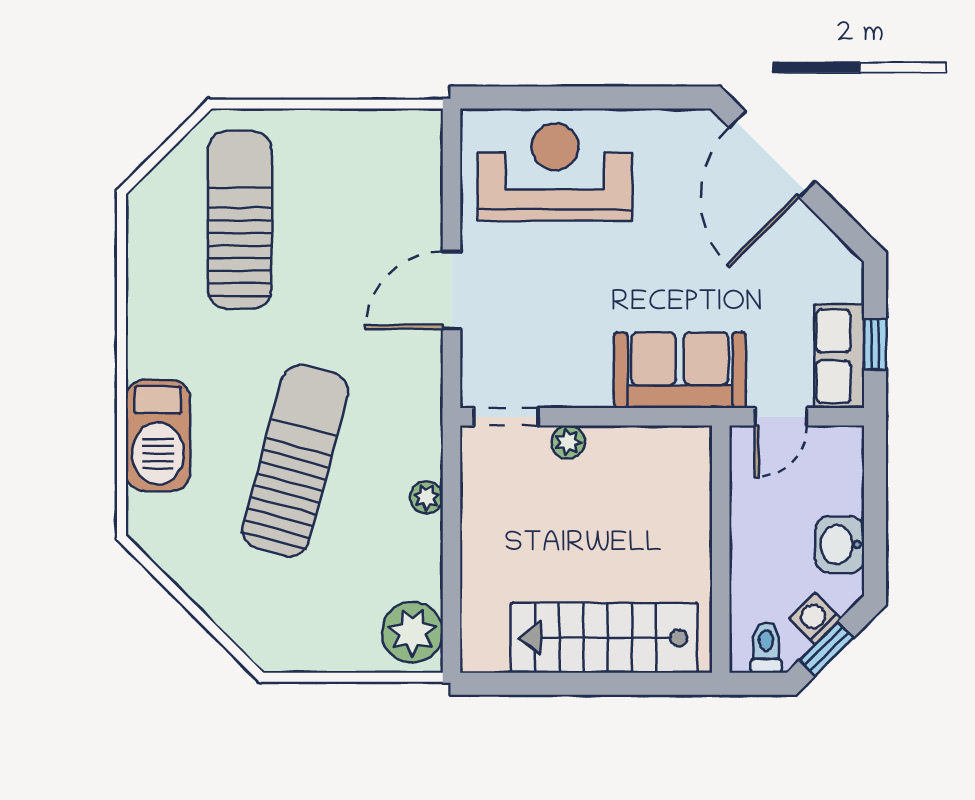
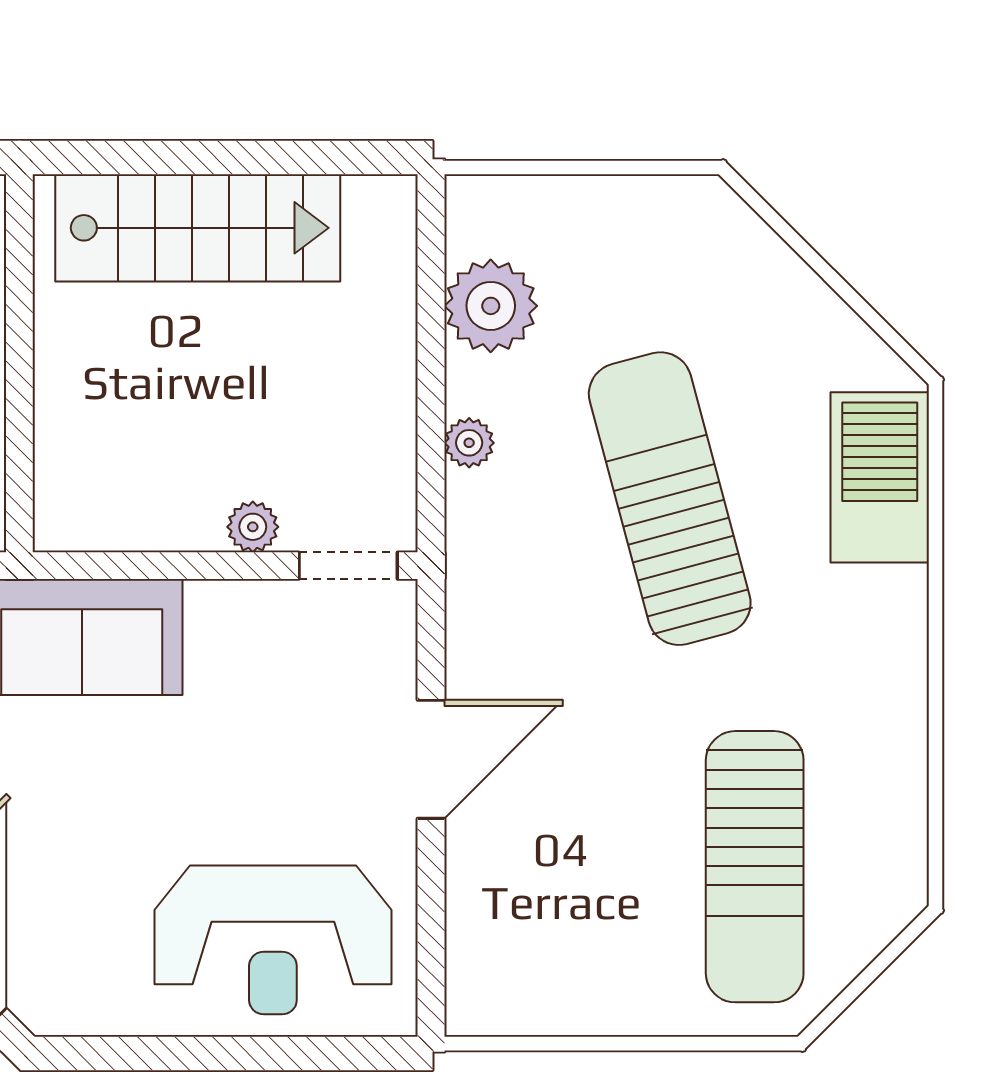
barbecue: (158, 436) -> (880, 477), moved
sun lounger: (295, 461) -> (670, 499), turned 150
plant: (412, 632) -> (491, 306), moved

